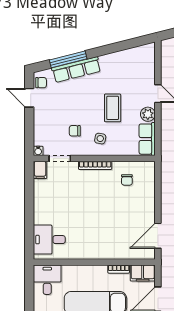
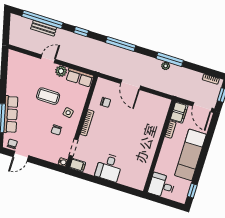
door: (158, 236) -> (131, 85), moved
desk: (49, 240) -> (109, 167), moved

